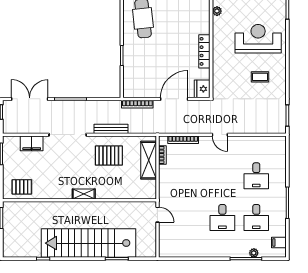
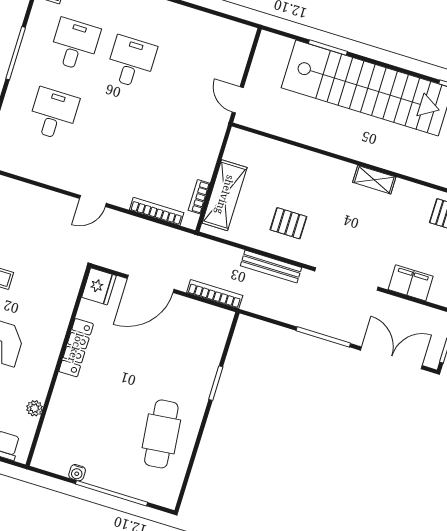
double door: (30, 99) -> (391, 358), swing flipped
door: (220, 135) -> (93, 201), swing flipped
pallet: (109, 156) -> (288, 223), width x0.67, depth x0.71
shelving: (84, 194) -> (374, 180), moved

